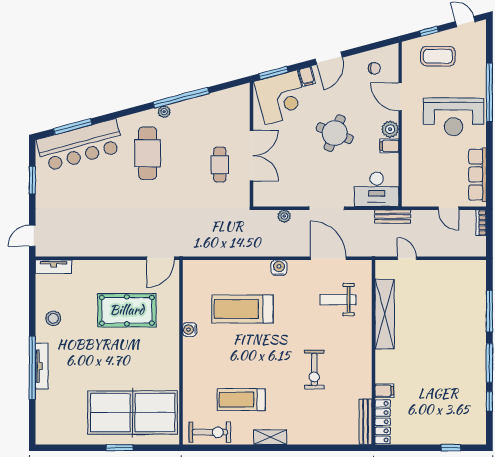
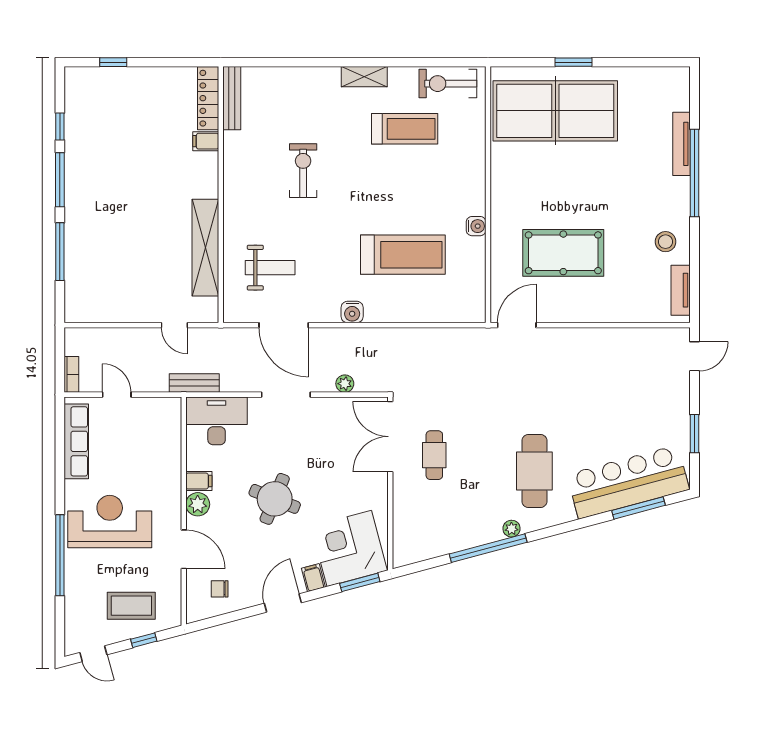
double door: (251, 156) -> (390, 437), moved
tv unit: (54, 267) -> (681, 290), moved, turned -90
tv unit: (42, 366) -> (682, 144), moved

